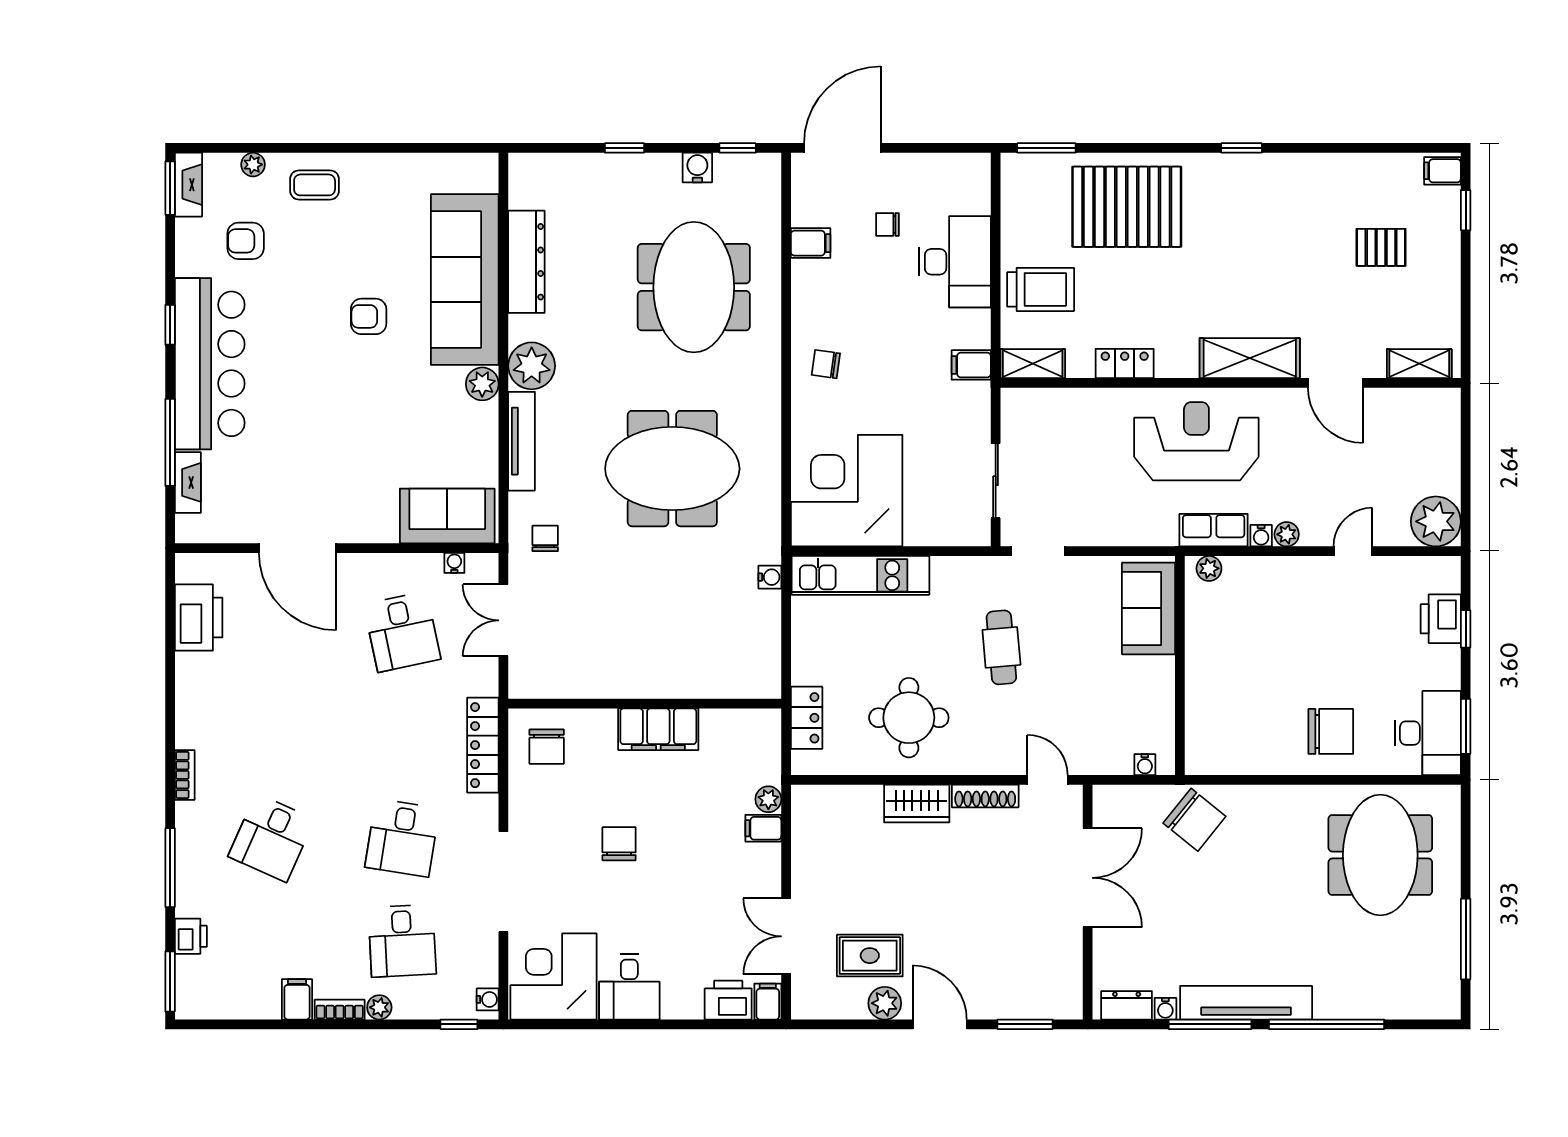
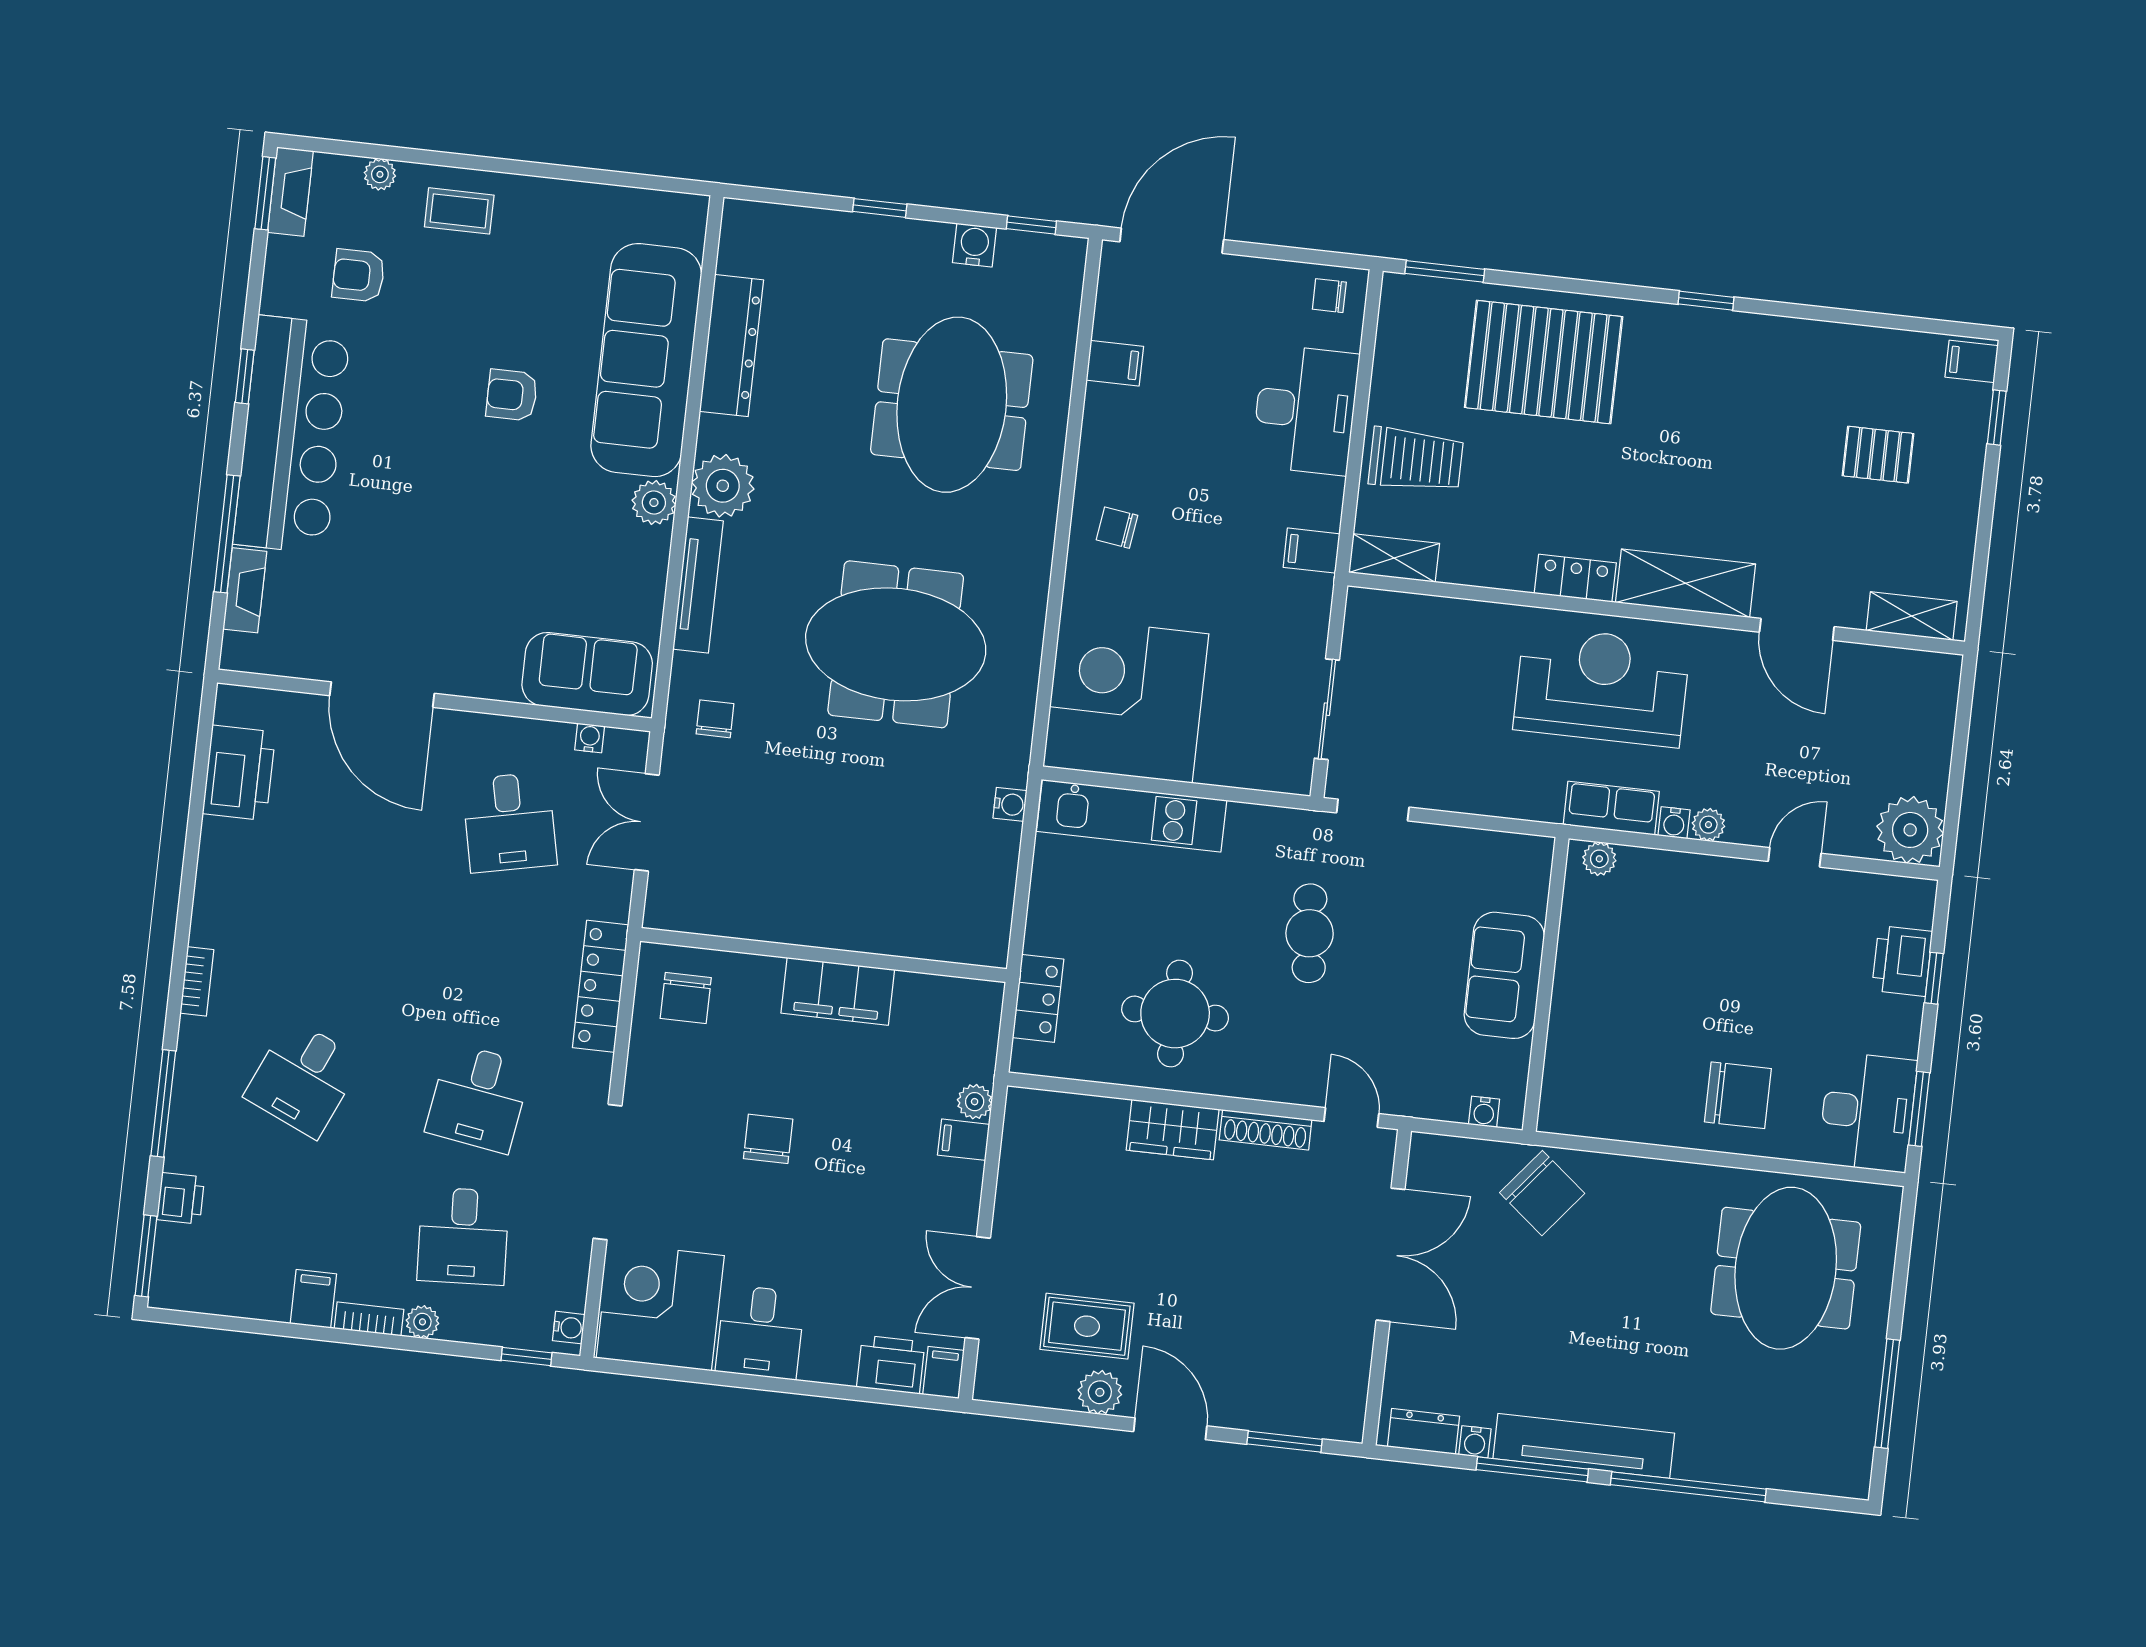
chair: (887, 224) -> (1329, 296), moved
locker: (1125, 364) -> (1575, 578), moved
sofa: (1149, 608) -> (1504, 975), moved

